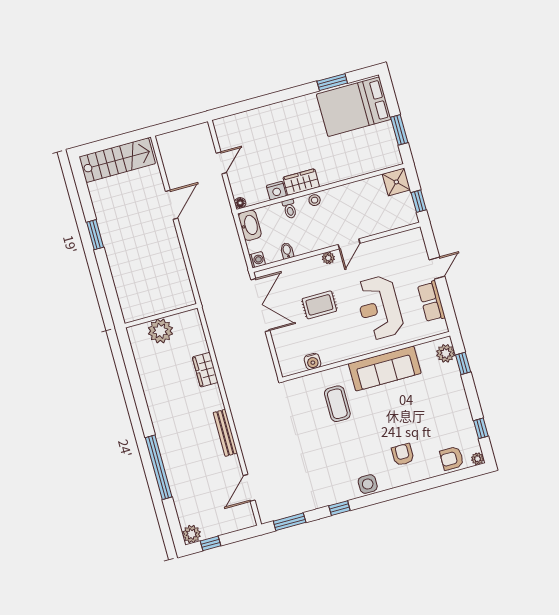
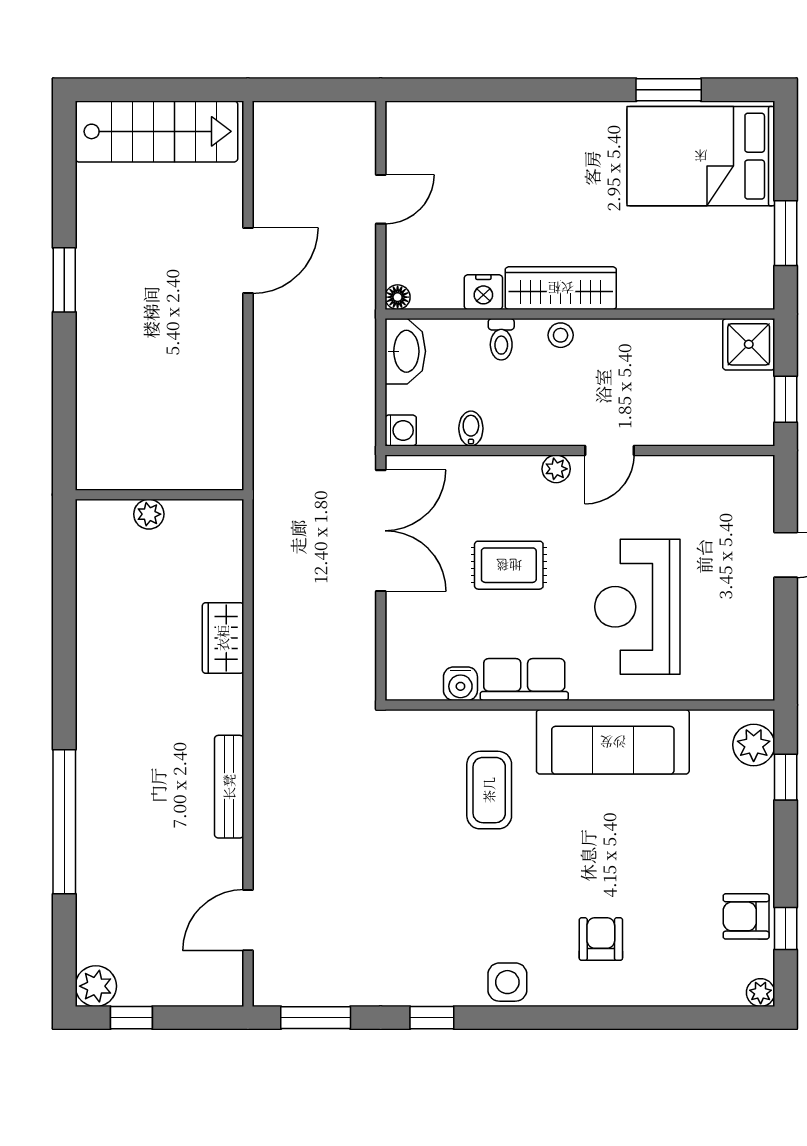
wardrobe: (301, 182) -> (561, 288), width x1.50
row of seats: (431, 301) -> (524, 679), moved, turned 90
plant: (160, 331) -> (149, 514), width x0.53, depth x0.53
armchair: (452, 458) -> (746, 916), moved

